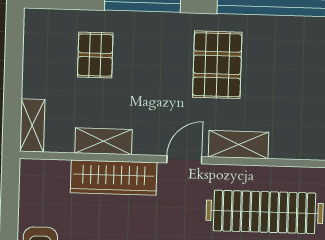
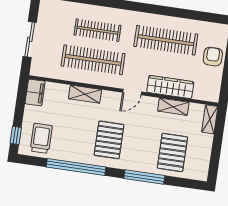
pallet: (95, 55) -> (172, 152), width x1.50, depth x1.42
shelving: (238, 145) -> (85, 94), moved

